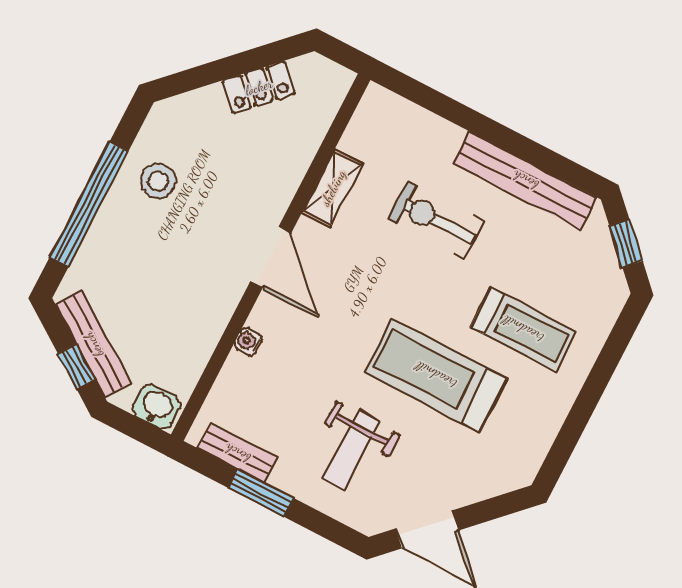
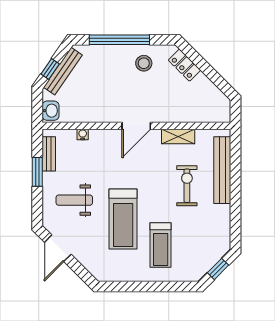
locker: (259, 87) -> (184, 65), moved
bench: (525, 180) -> (222, 170), moved
water cooler: (248, 341) -> (83, 134), moved
treadmill: (436, 375) -> (123, 219), turned 180

